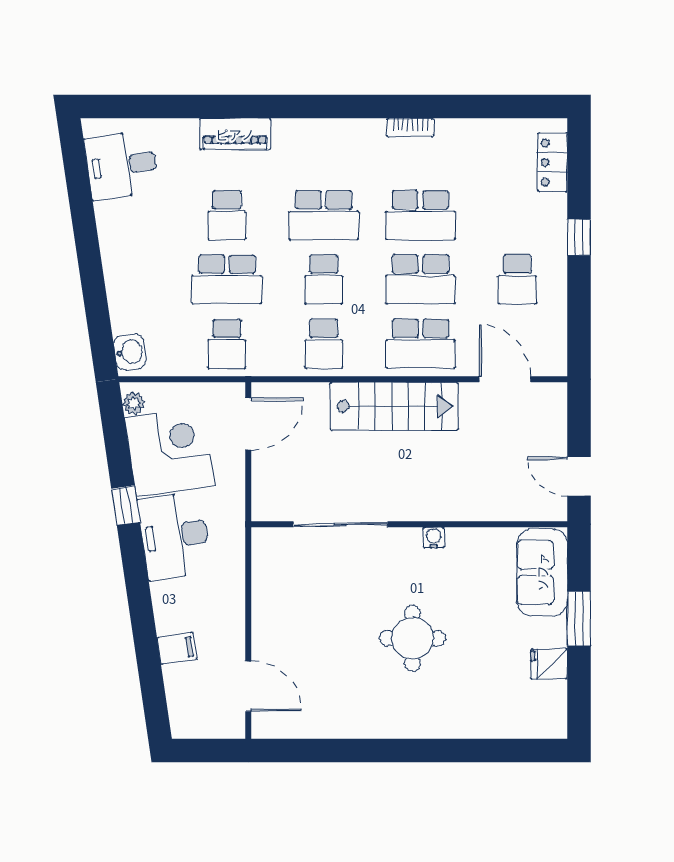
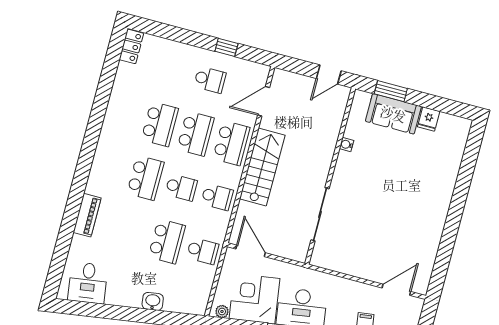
bookcase: (410, 127) -> (109, 117), removed
locker: (553, 162) -> (131, 46), moved, turned -90
school desk: (227, 215) -> (131, 232), removed
window: (579, 237) -> (226, 47), moved
washbasin: (130, 352) -> (153, 301), moved
water cooler: (434, 538) -> (346, 145), moved
sofa: (542, 572) -> (393, 114), moved
window: (579, 618) -> (391, 91), moved
round table: (413, 638) -> (394, 191), removed

